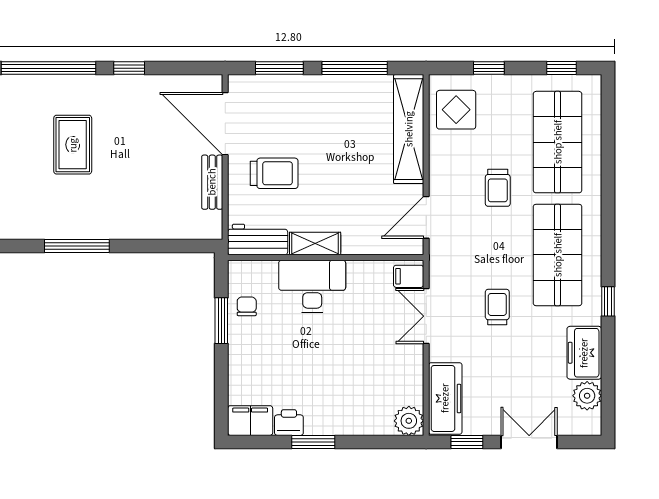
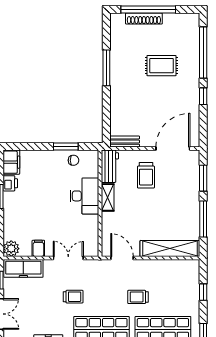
display table: (456, 110) -> (181, 274), removed
bench: (212, 182) -> (125, 142), moved
filing cabinet: (409, 276) -> (38, 248), moved

